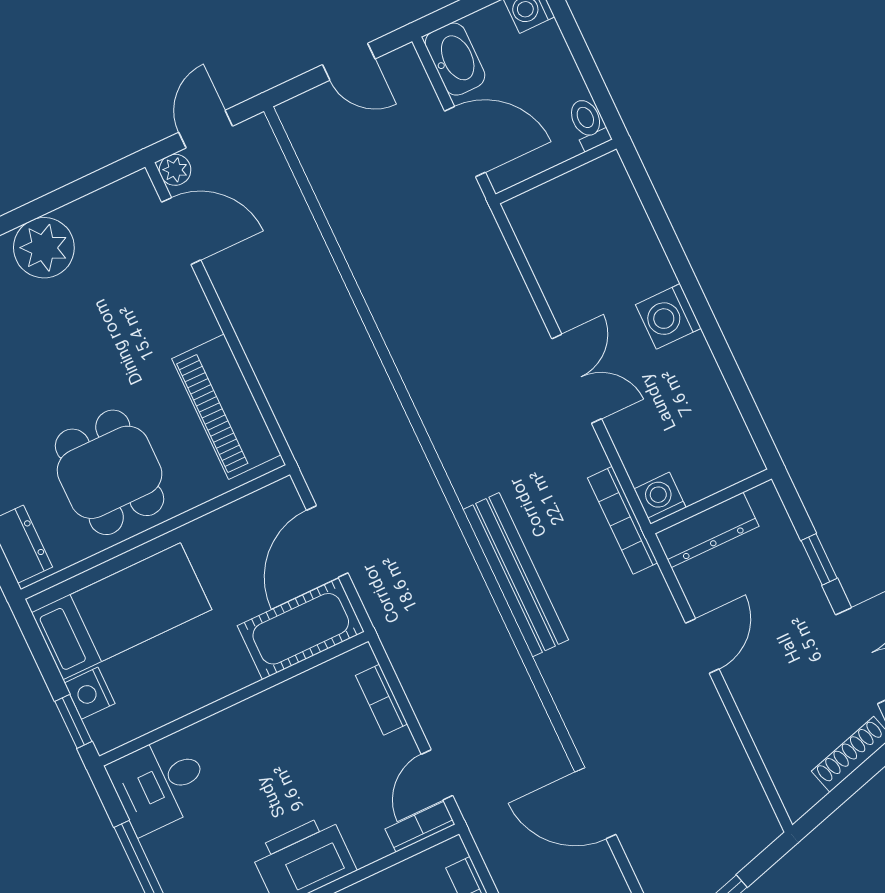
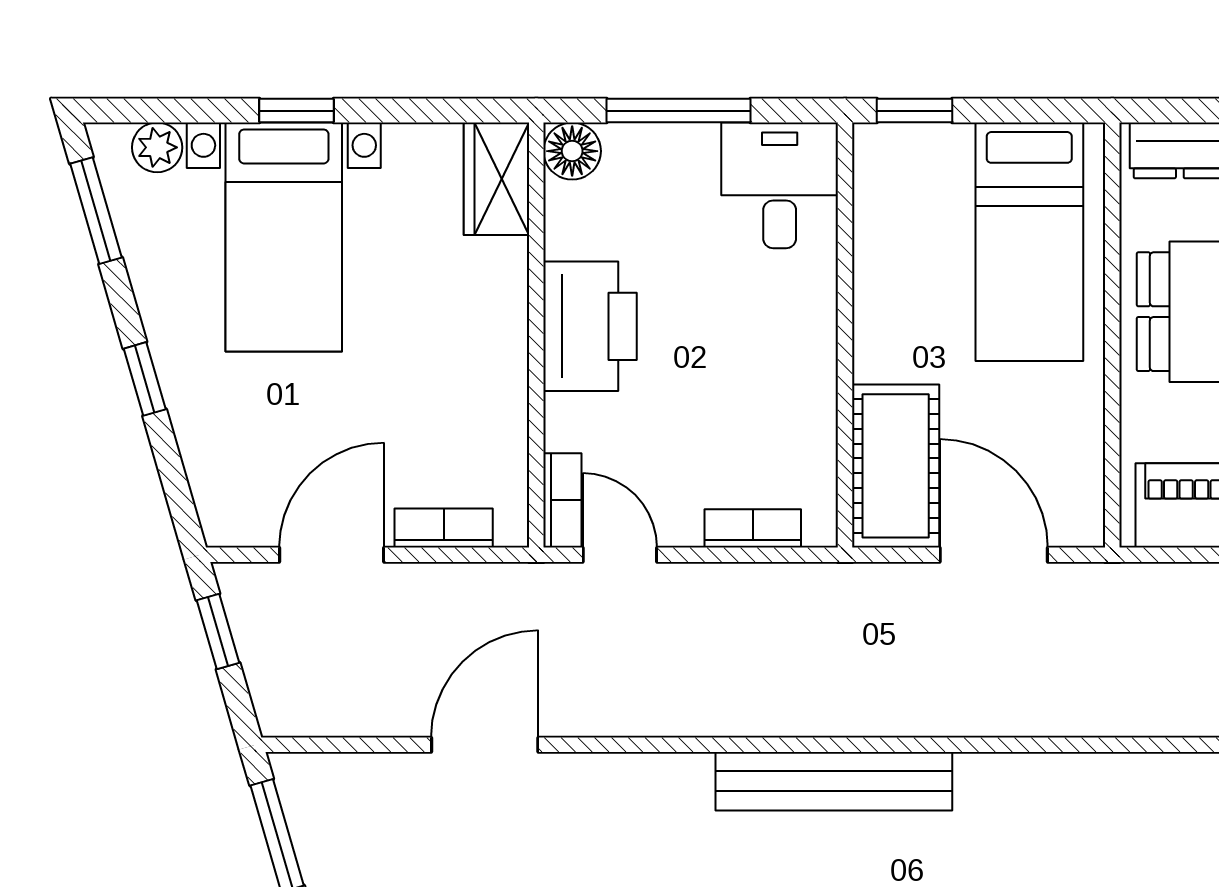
nightstand: (90, 693) -> (941, 149), removed

